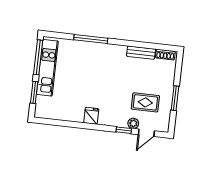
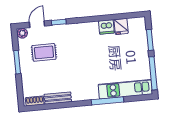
kitchen unit: (47, 68) -> (125, 89), moved, turned 90
dishwasher: (76, 115) -> (106, 27), added
fridge: (91, 116) -> (121, 26), moved
plant: (133, 123) -> (22, 33), moved

